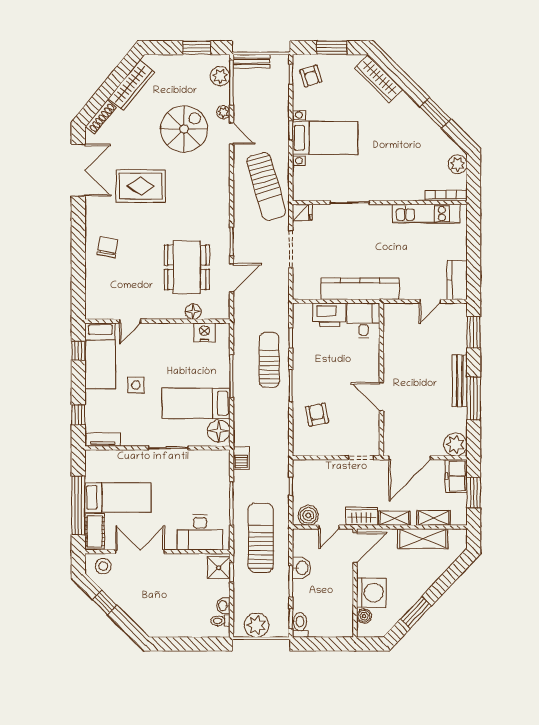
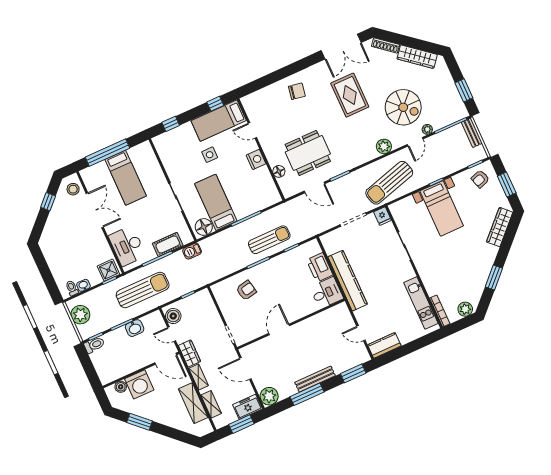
plant: (220, 76) -> (384, 146), moved
nightstand: (205, 332) -> (256, 159), moved
tv unit: (102, 440) -> (161, 149), removed
door: (410, 458) -> (245, 369), width x0.73
cot: (95, 531) -> (168, 244), moved

